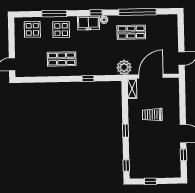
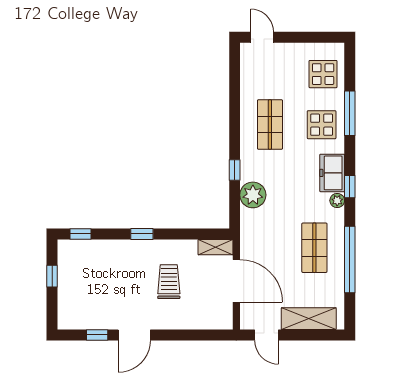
shelving: (172, 35) -> (309, 319), added
plant: (124, 67) -> (253, 195), moved

